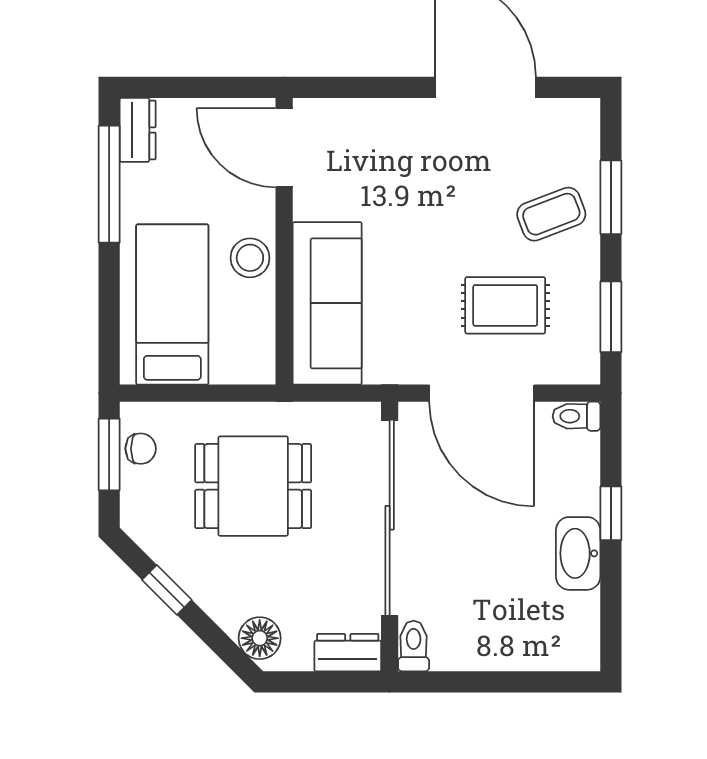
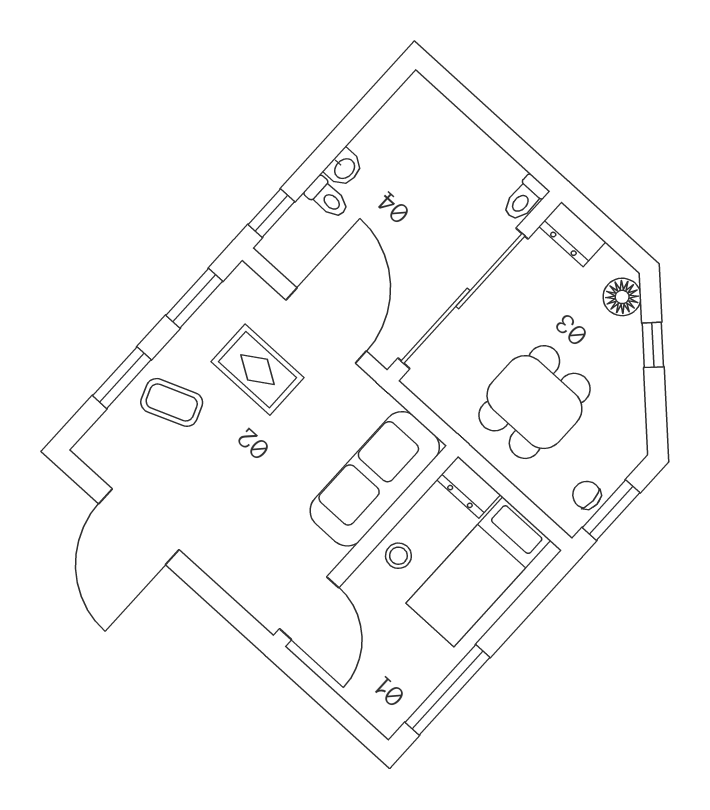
dresser: (138, 130) -> (468, 487), moved, turned -90
stool: (250, 258) -> (398, 556), width x0.73, depth x0.73
toilet: (576, 416) -> (327, 198), moved
dining table: (253, 486) -> (534, 402), turned 90
window: (611, 513) -> (271, 213), moved
washbasin: (578, 553) -> (344, 168), width x0.52, depth x0.69
window: (167, 590) -> (653, 345), moved

